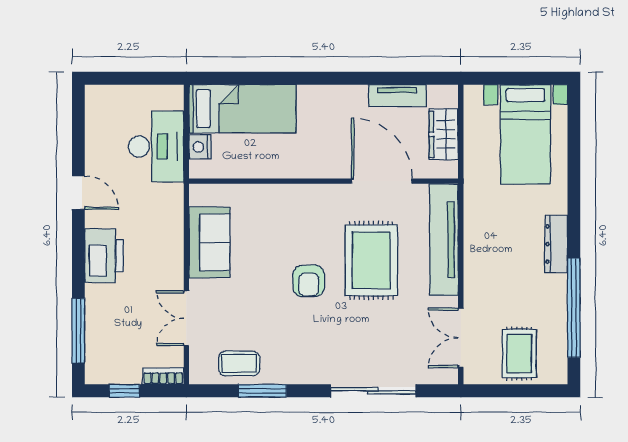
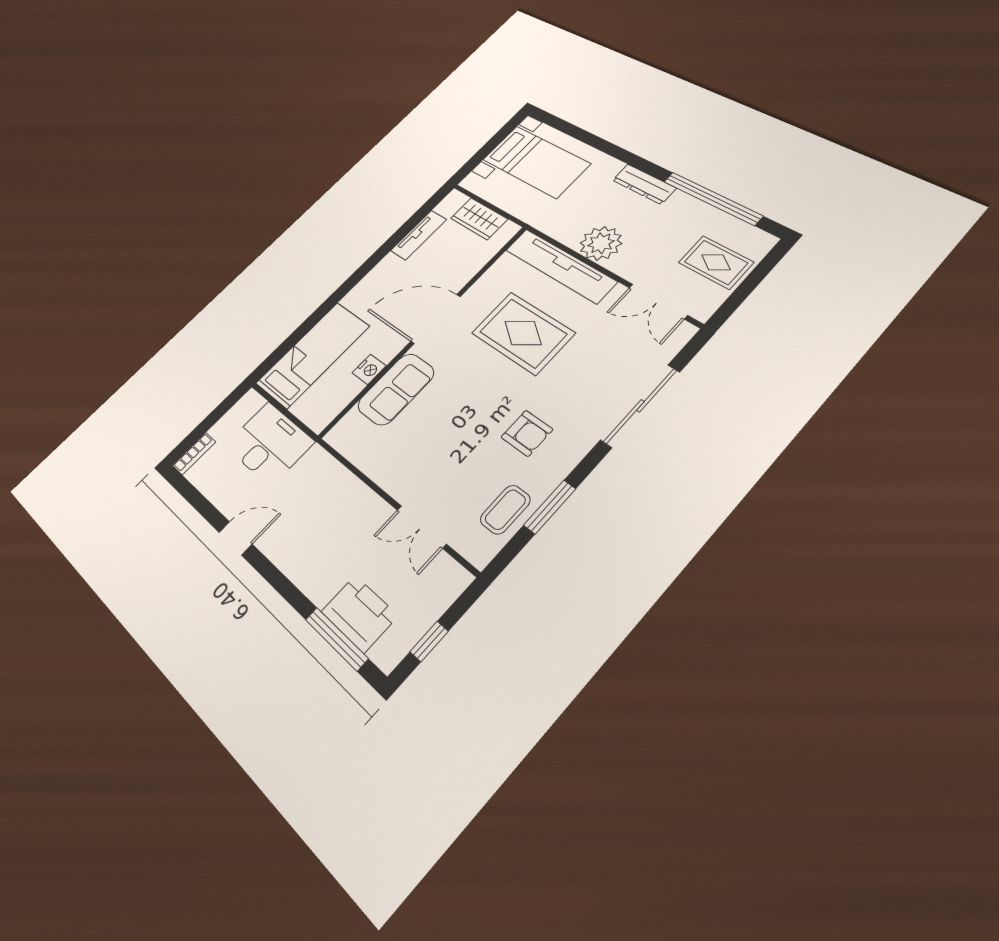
nightstand: (200, 147) -> (369, 369), moved, turned -90
door: (382, 181) -> (436, 319), moved
sofa: (209, 242) -> (396, 389), moved, turned 90
plant: (483, 255) -> (601, 243), added
printer: (104, 256) -> (359, 614), moved
armchair: (309, 281) -> (527, 433), moved
bookcase: (163, 376) -> (194, 454), moved, turned 180

